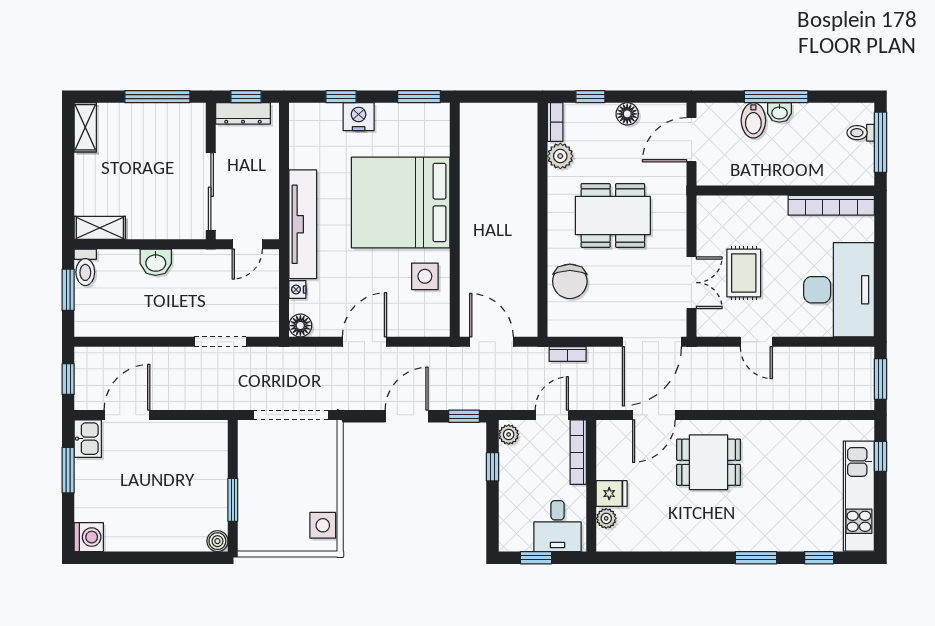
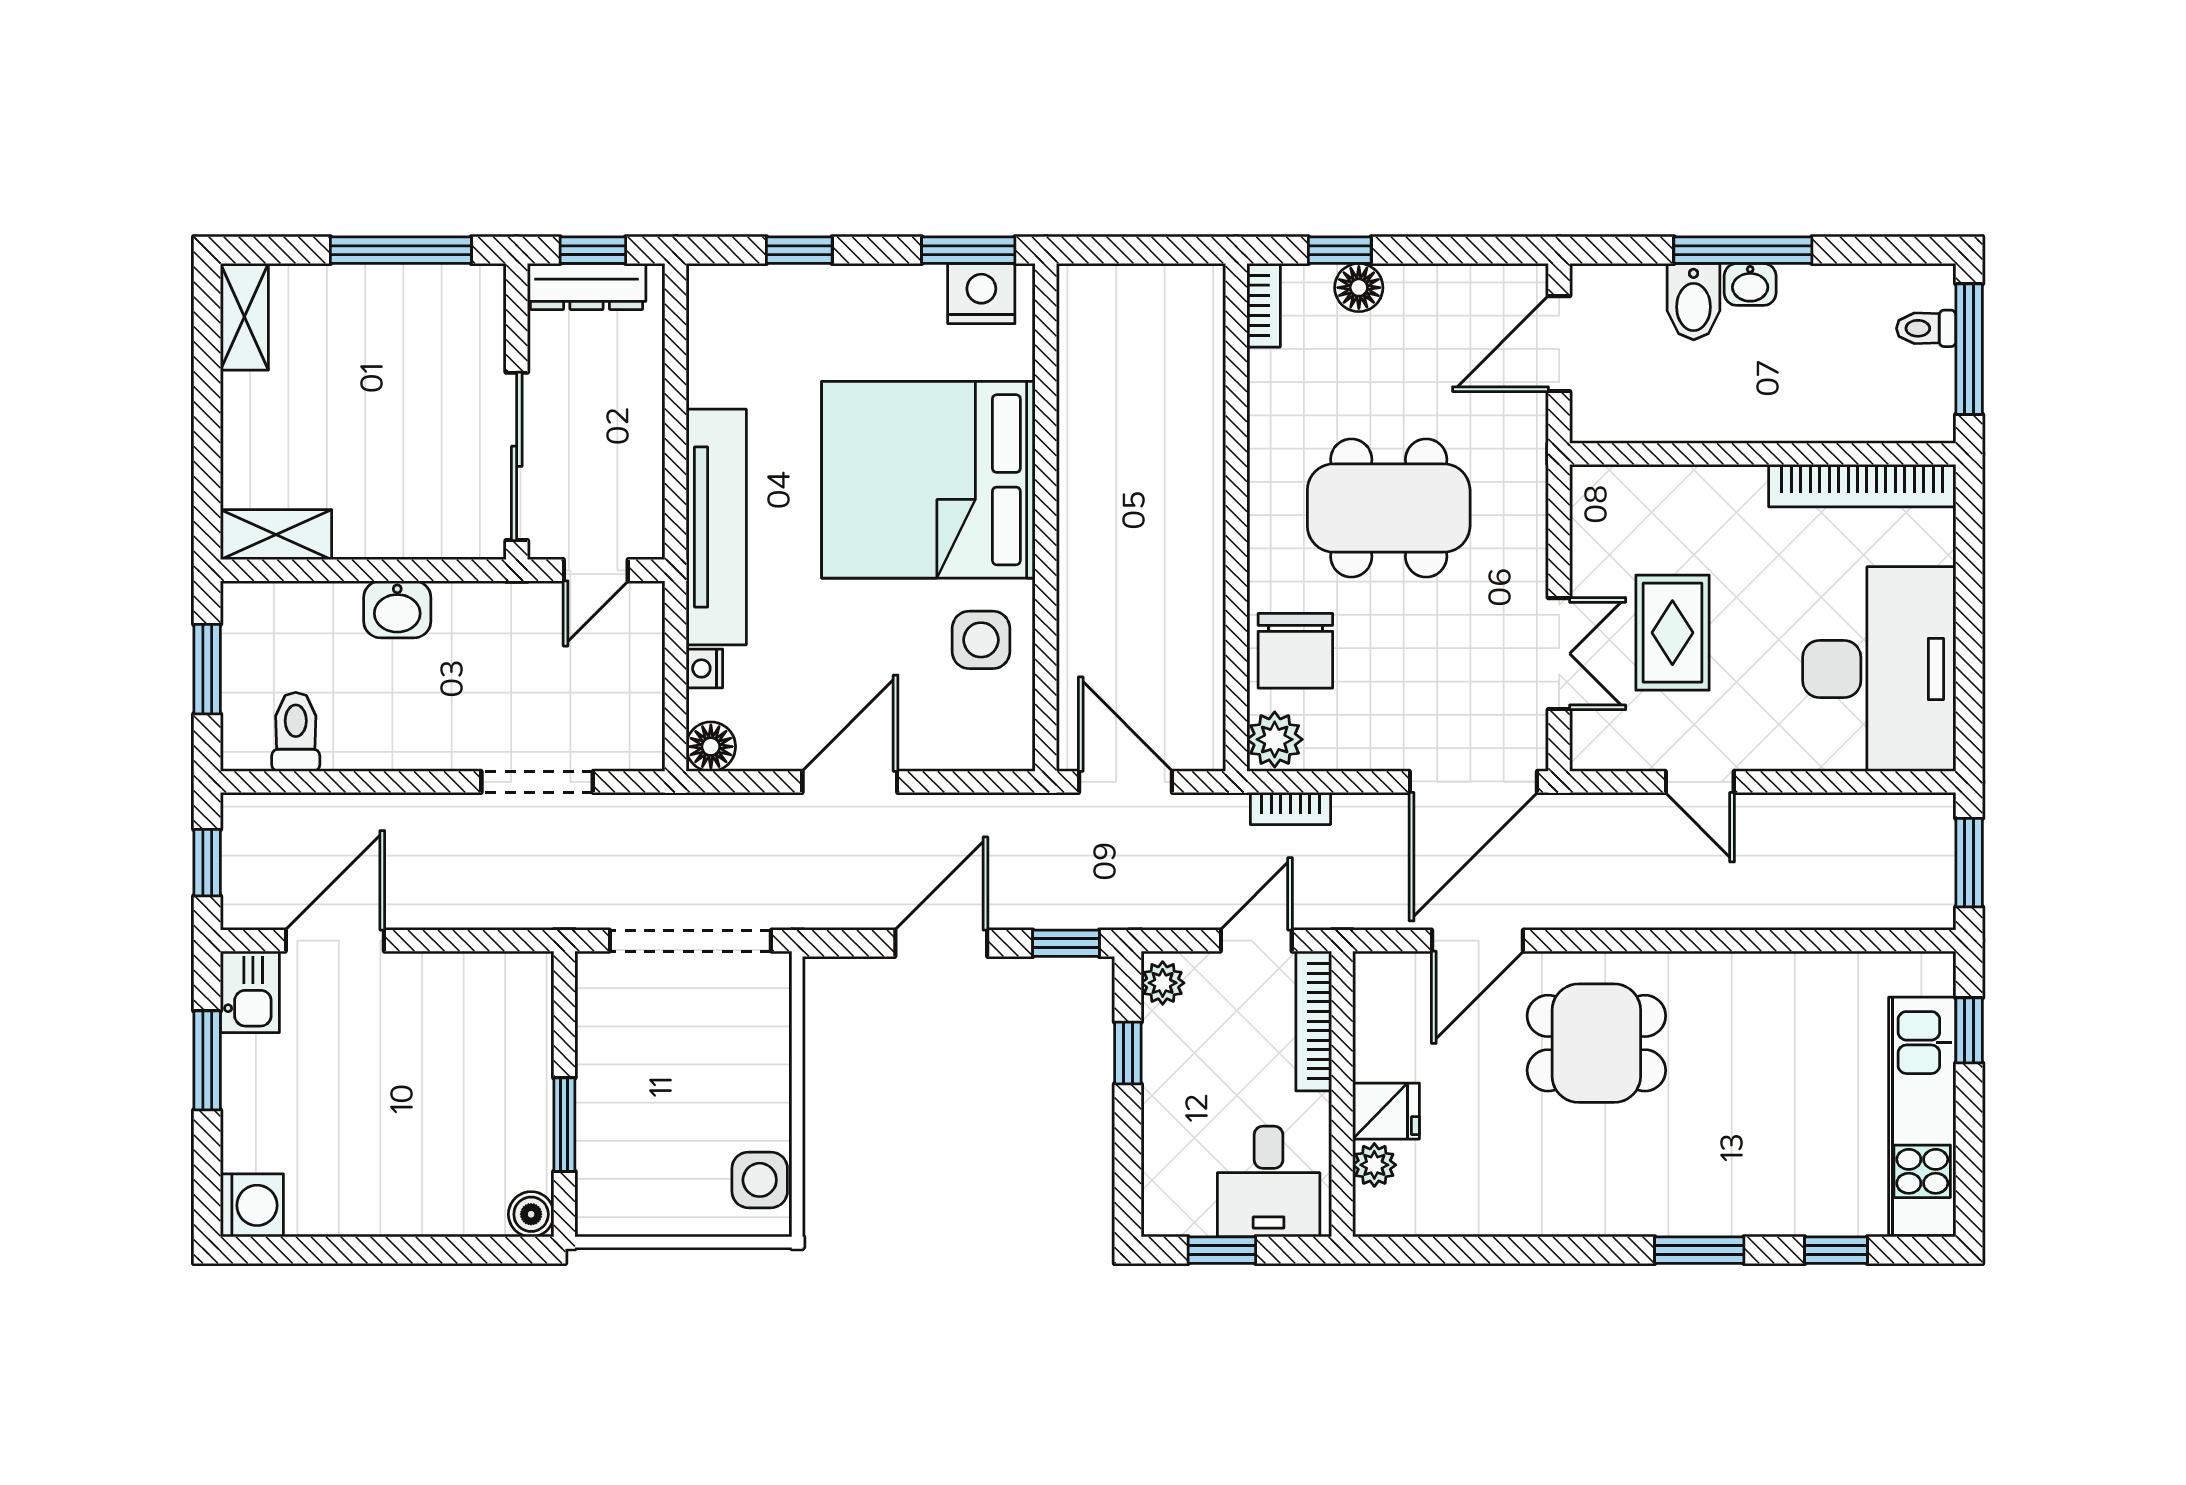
floor lamp: (627, 114) -> (1359, 288), moved
nightstand: (359, 117) -> (981, 294), moved
plant: (560, 156) -> (1275, 739), moved
toilet: (85, 267) -> (296, 732), moved, turned 180

